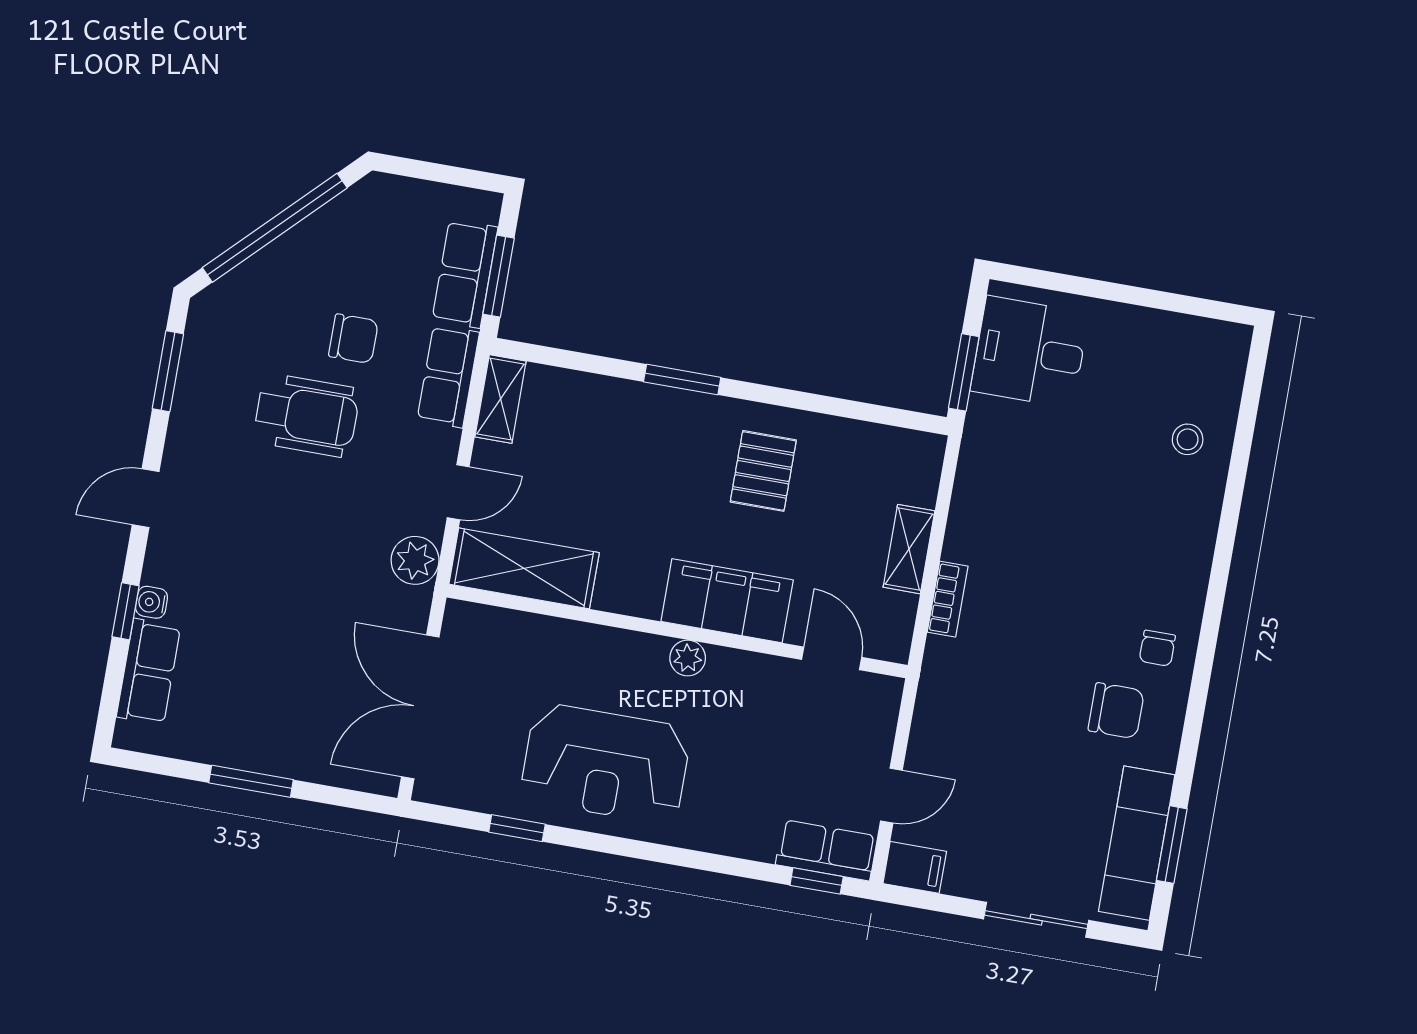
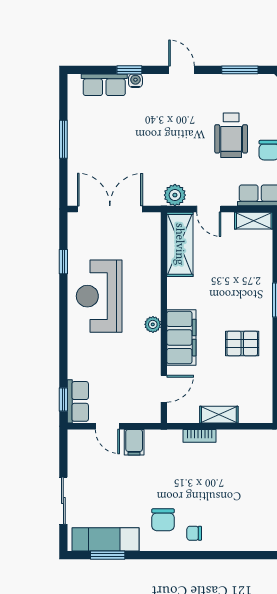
filing cabinet: (915, 867) -> (134, 442), moved

